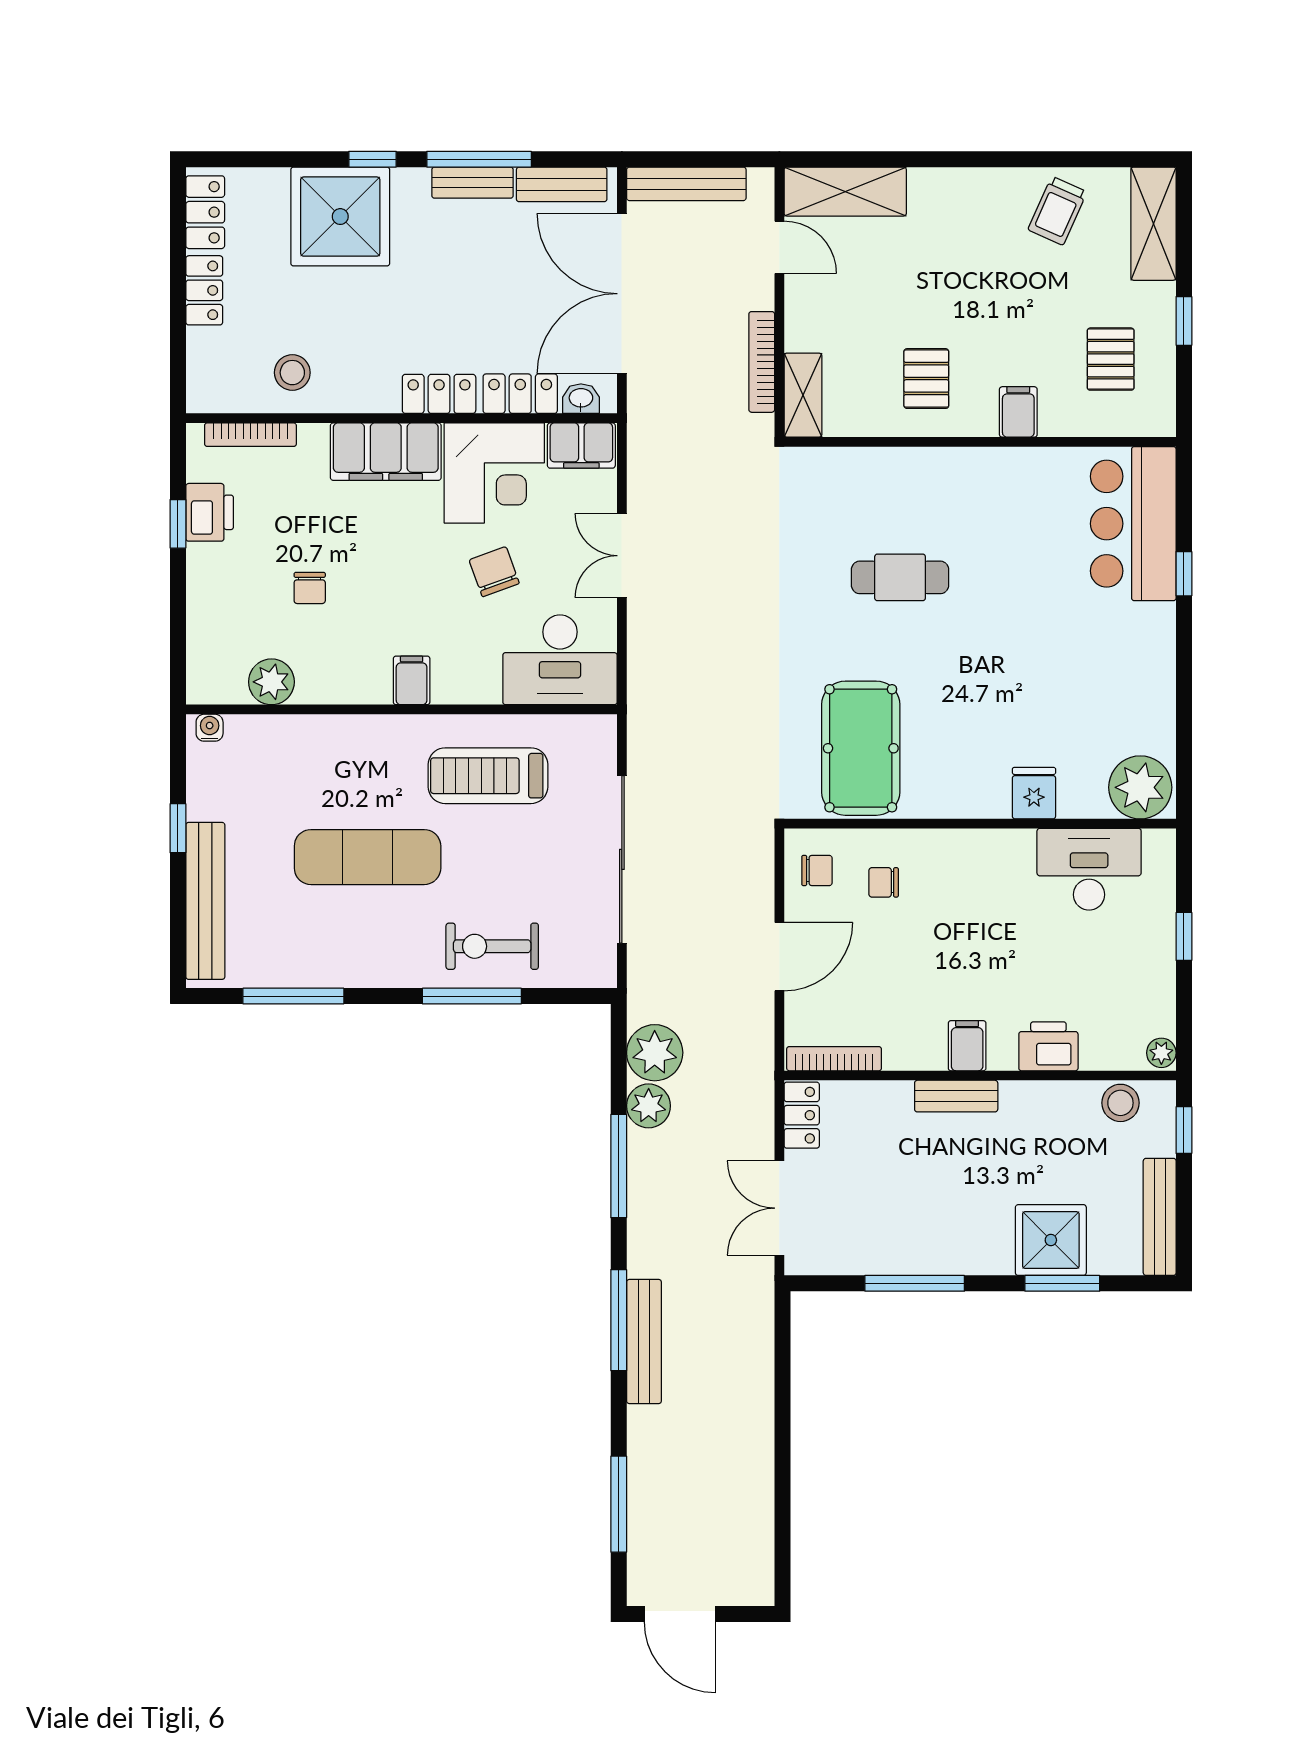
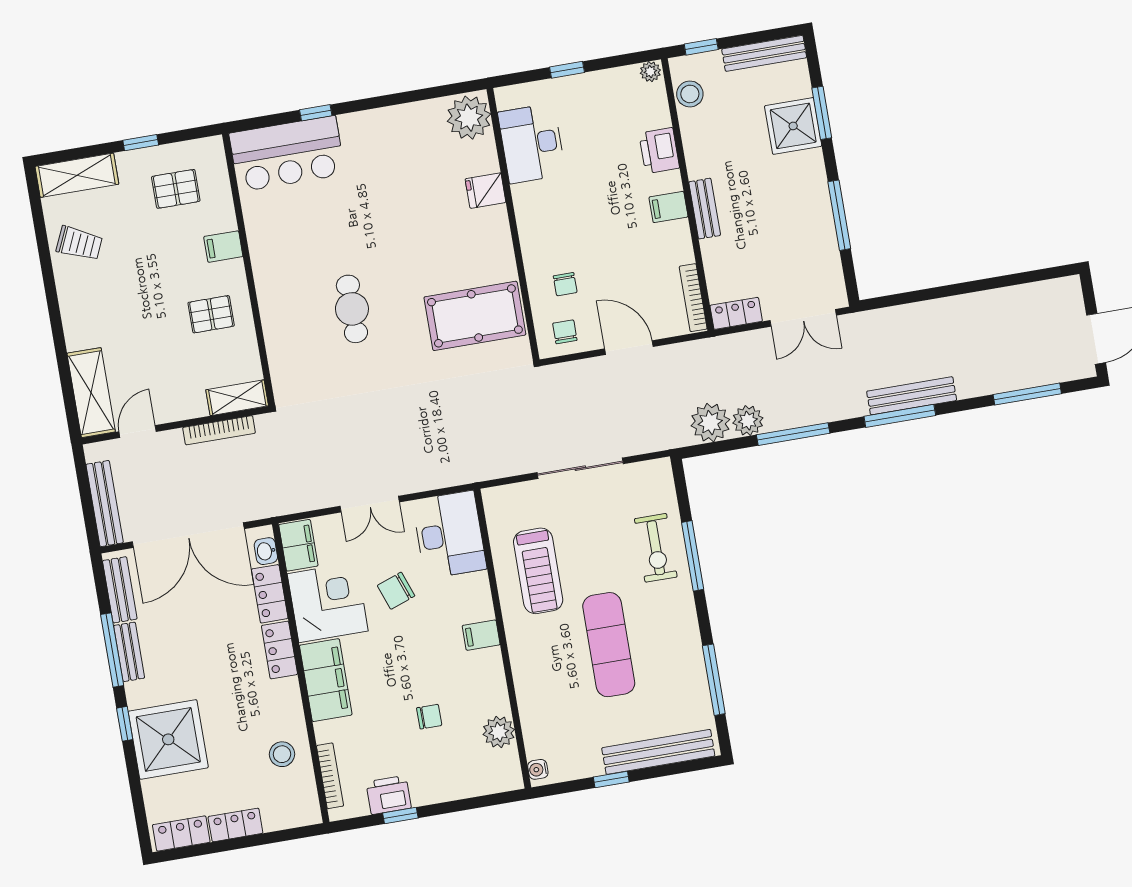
sliding door: (622, 859) -> (580, 468), width x0.73

